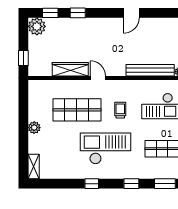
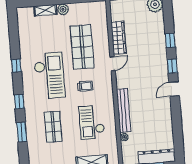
window: (50, 13) -> (172, 66), moved
door: (131, 13) -> (174, 89), hinge flipped
shelving: (34, 166) -> (45, 10), moved

